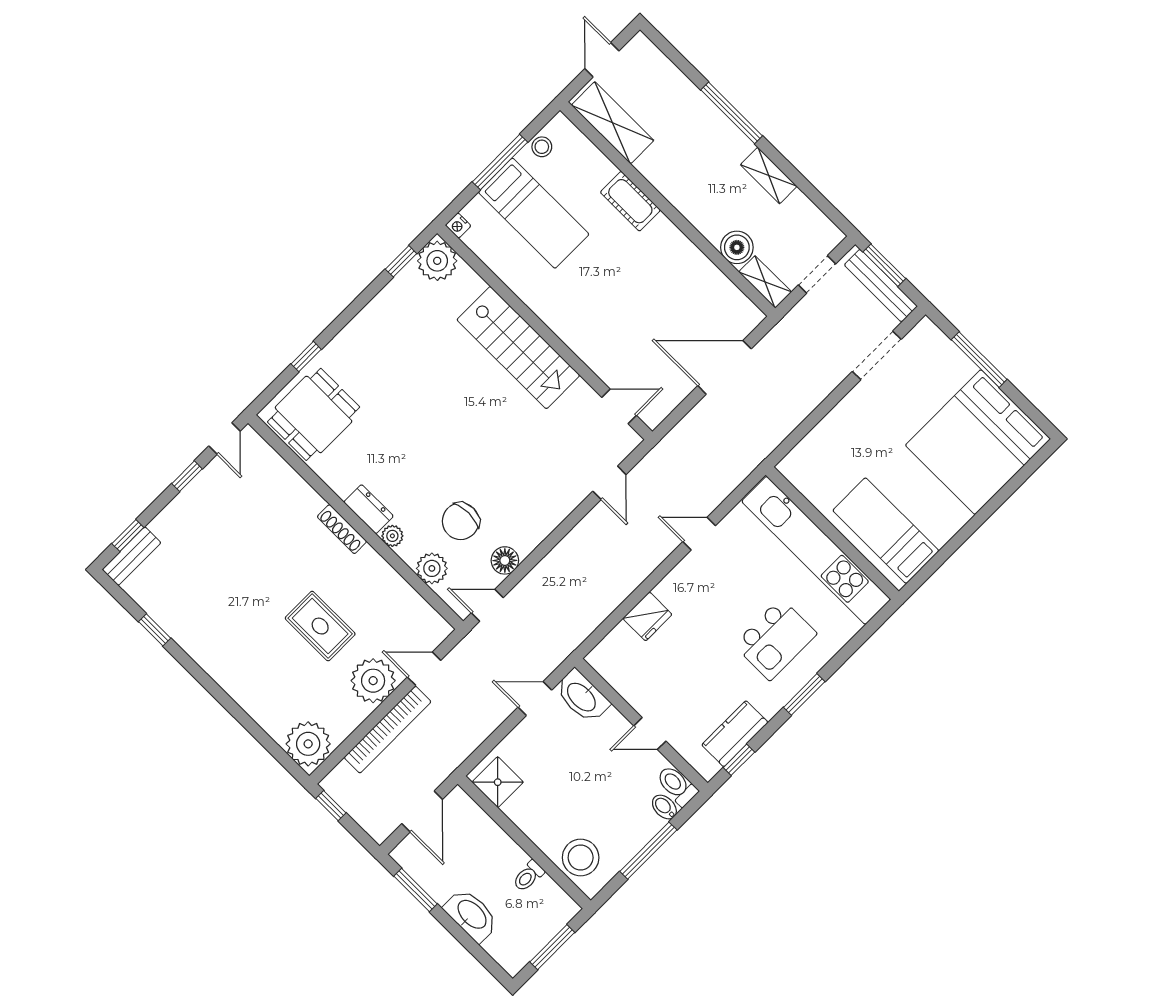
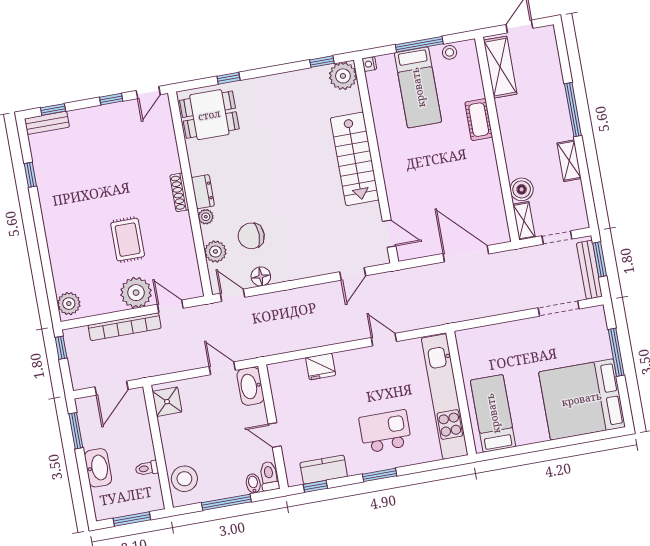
kitchen island: (775, 639) -> (385, 431), turned 180
plant: (308, 744) -> (69, 304), width x0.73, depth x0.73

